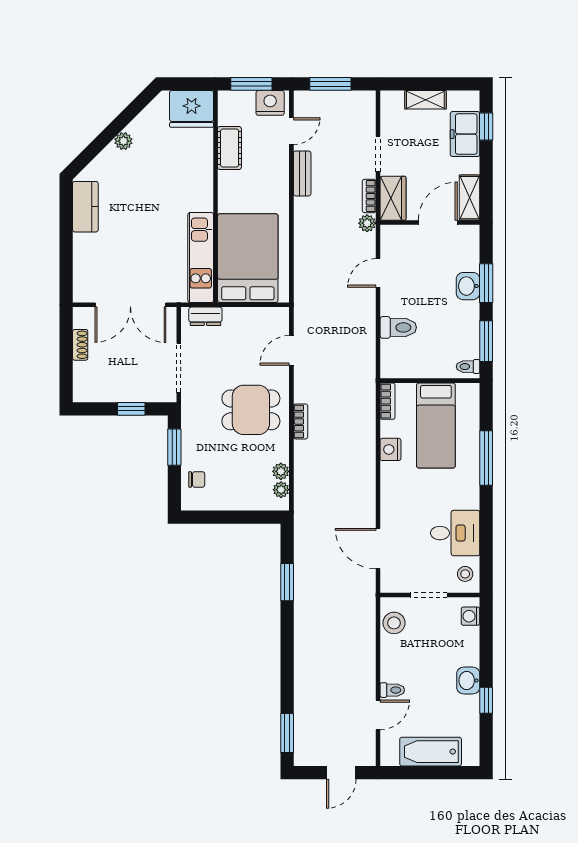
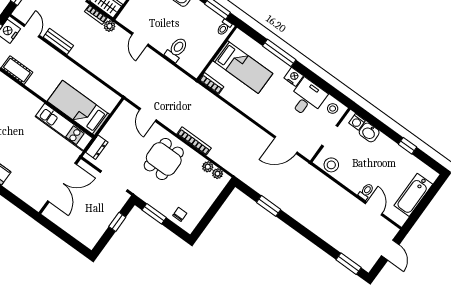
bed: (248, 258) -> (78, 108), width x0.67
shoe rack: (80, 345) -> (64, 224), removed
bookcase: (301, 421) -> (194, 141), width x1.56
nightstand: (390, 449) -> (294, 77), moved, turned 180
washbasin: (468, 680) -> (369, 132), moved

